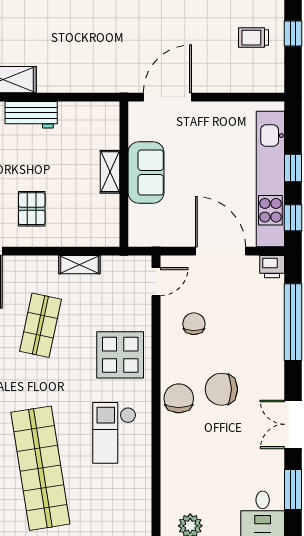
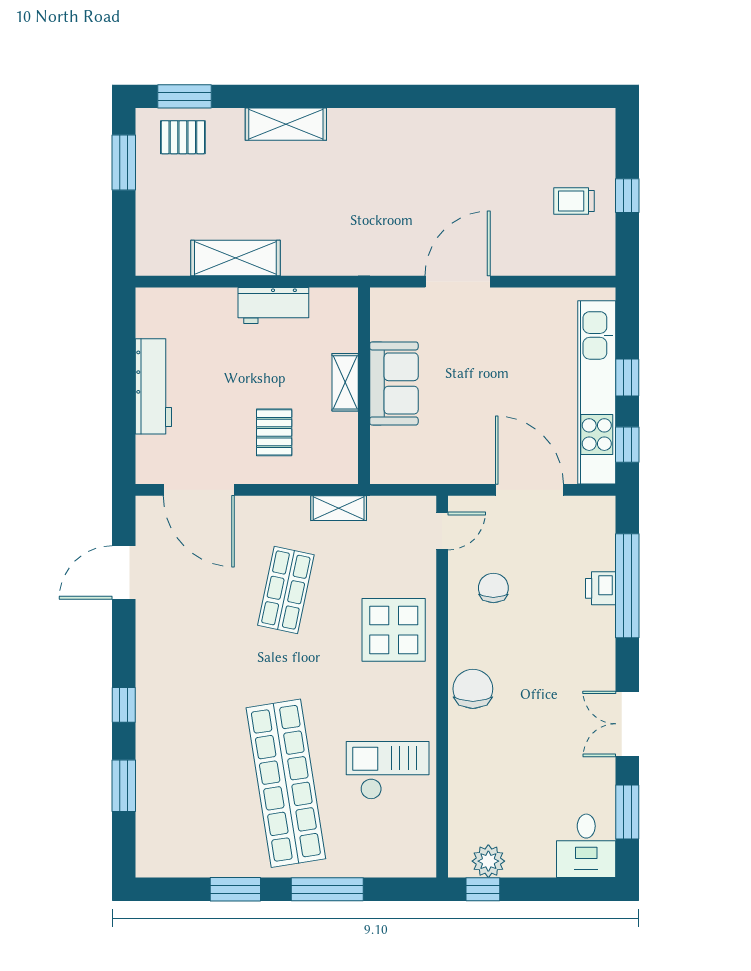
shelving: (110, 172) -> (345, 382), moved
sofa: (146, 172) -> (394, 383), moved
wall: (124, 174) -> (364, 386), moved
printer: (272, 267) -> (601, 588), moved, turned 90
chair: (221, 389) -> (530, 676), removed
checkout: (114, 433) -> (388, 770), moved, turned 90

